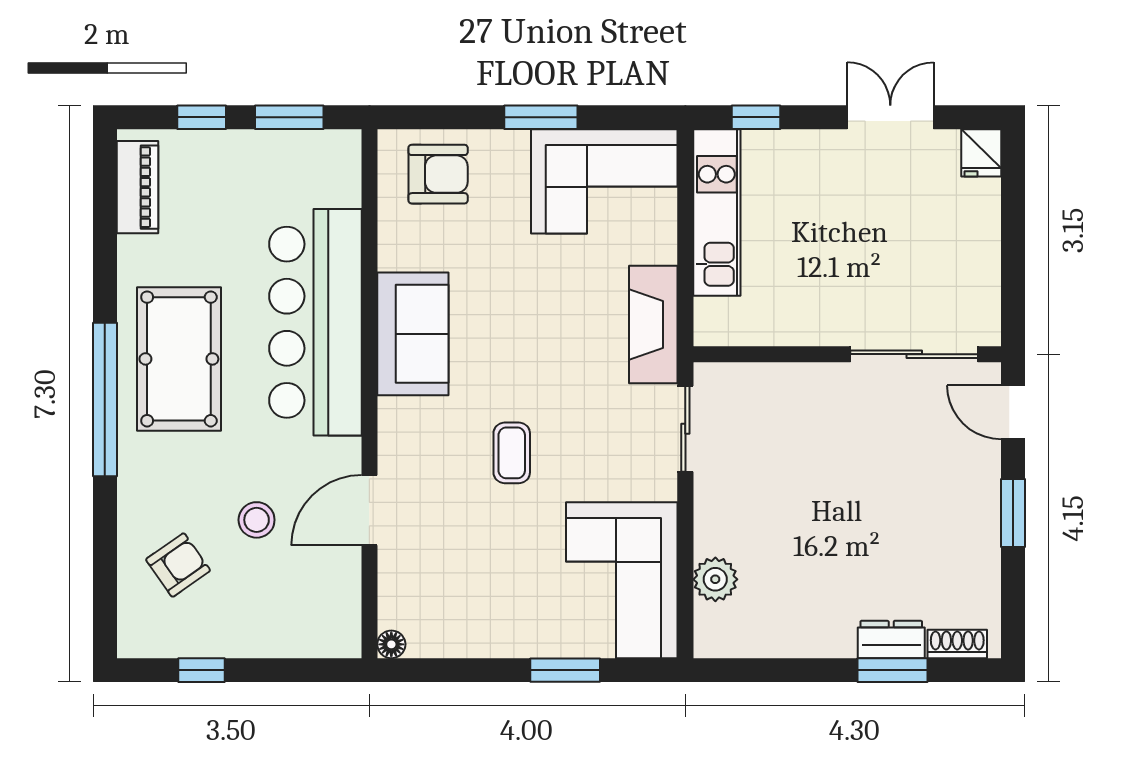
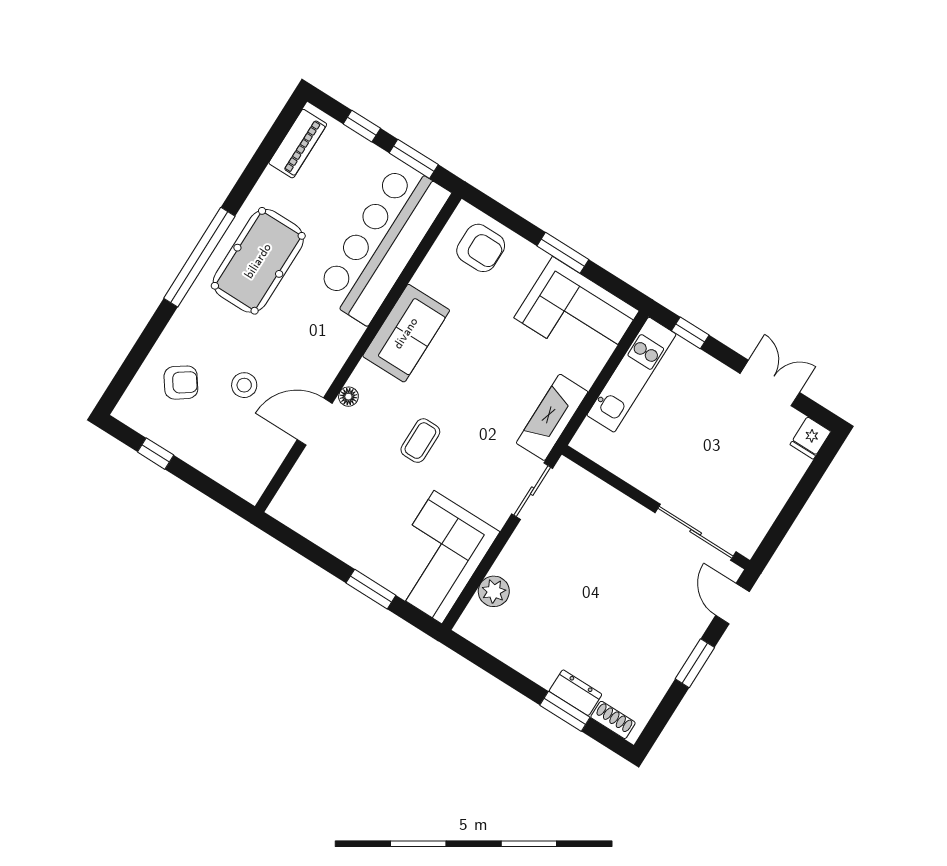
bar counter: (315, 322) -> (383, 243), moved
floor lamp: (391, 644) -> (348, 397), moved

